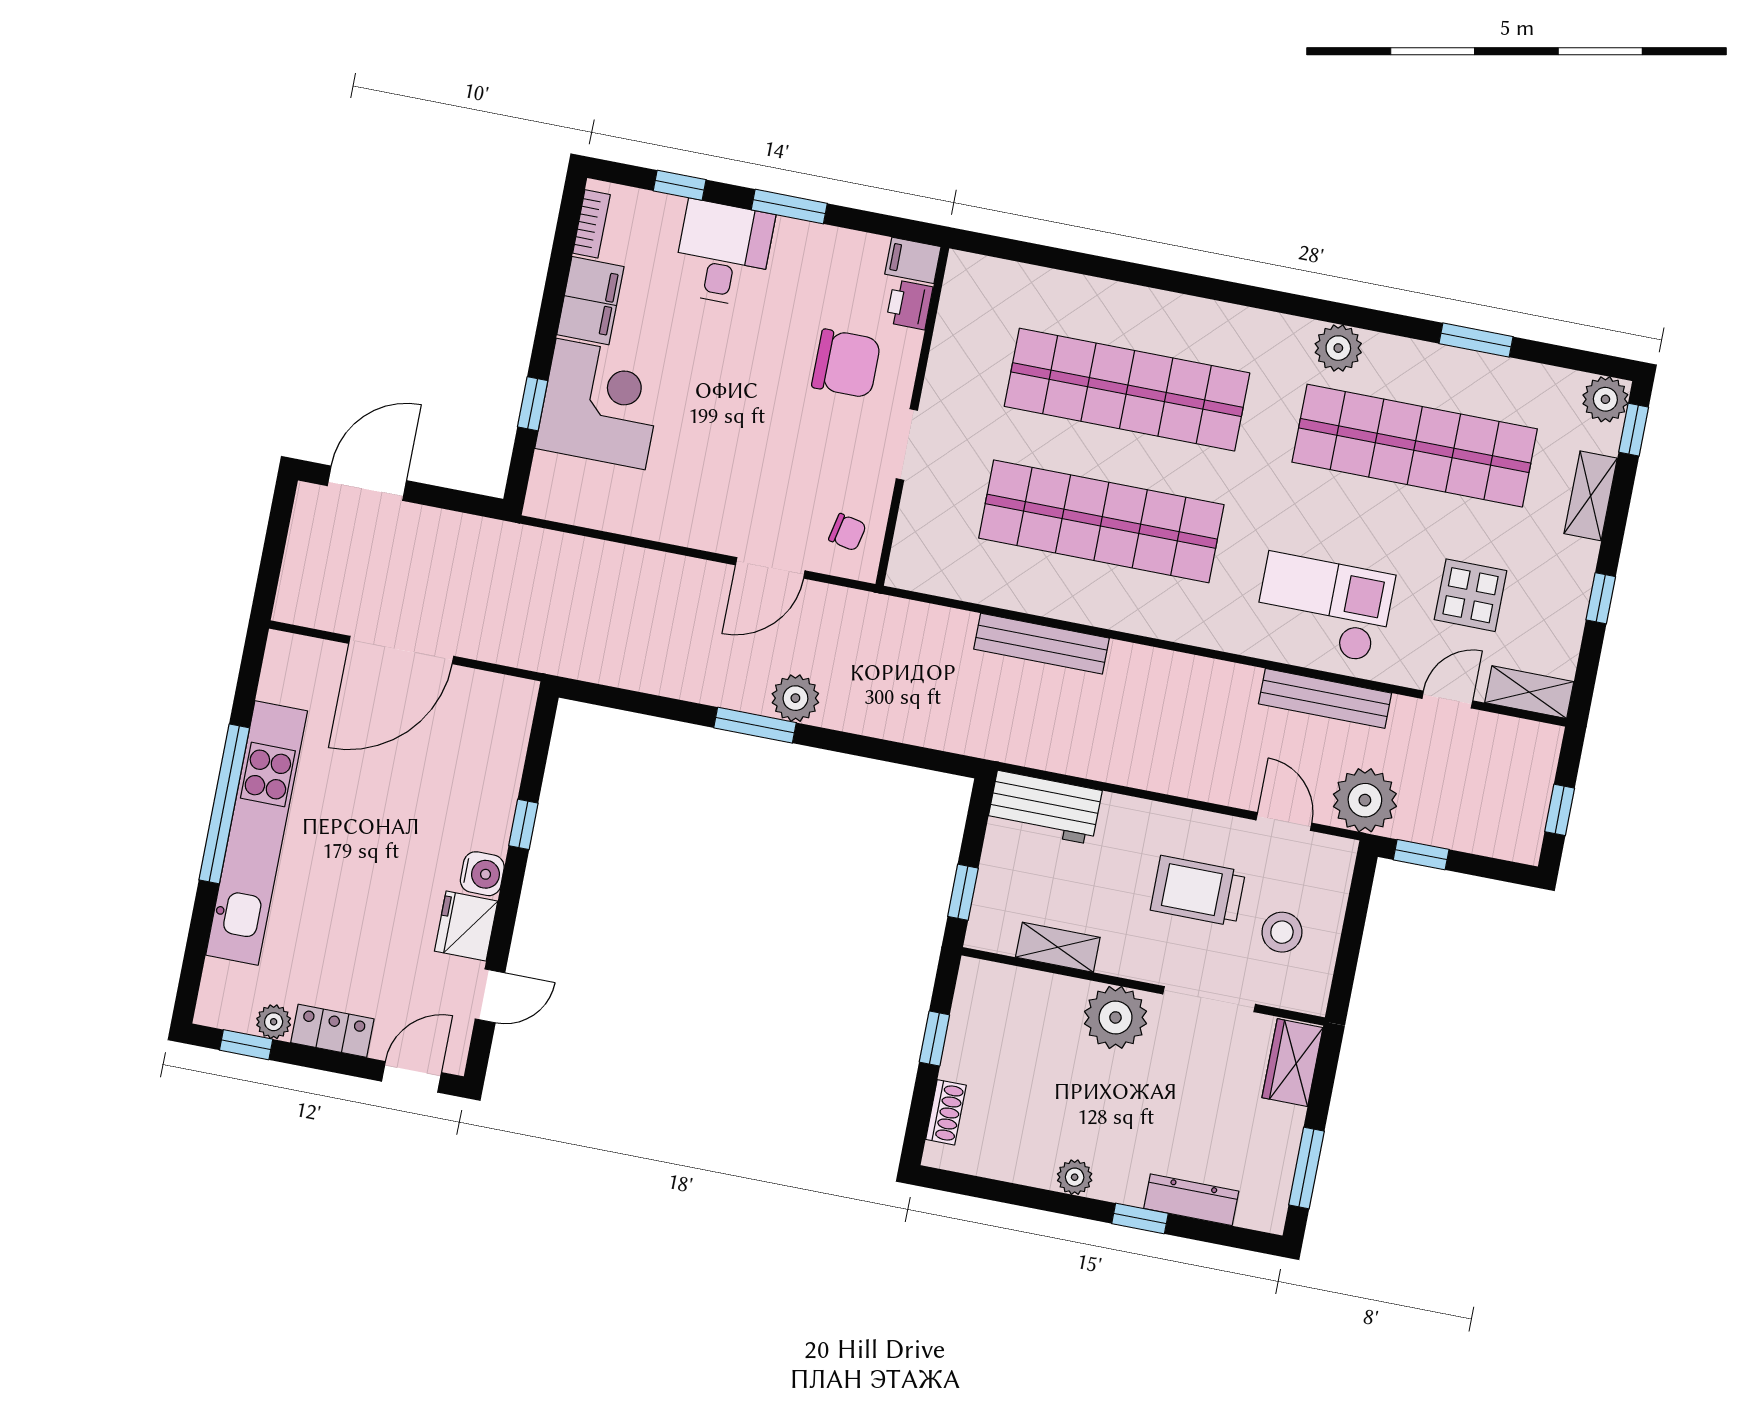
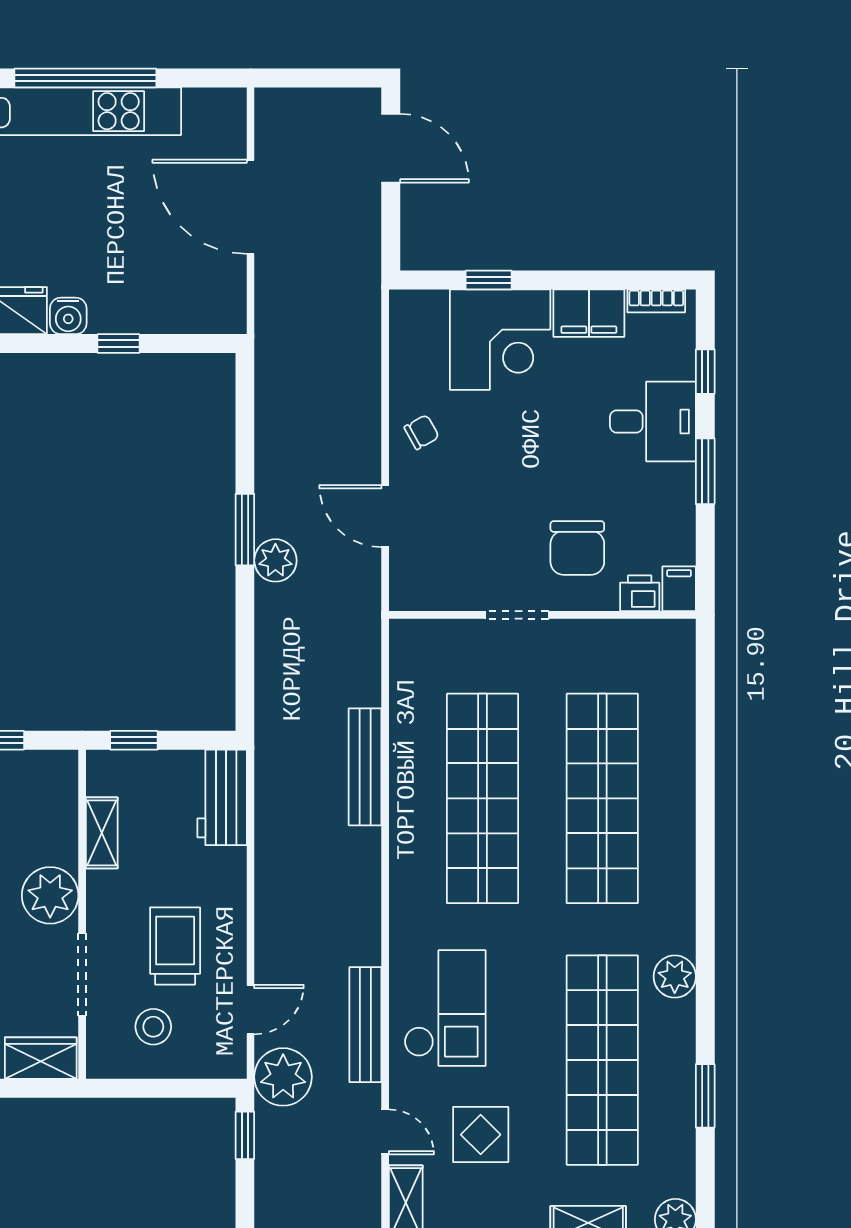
chair: (847, 532) -> (422, 432), moved, turned -131

